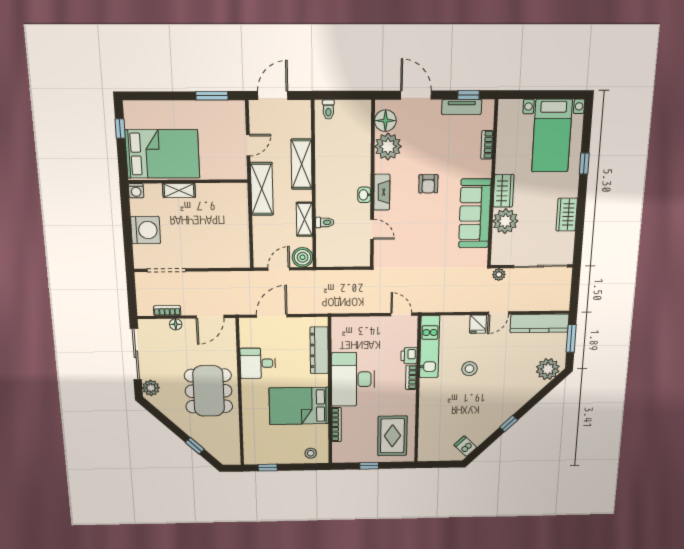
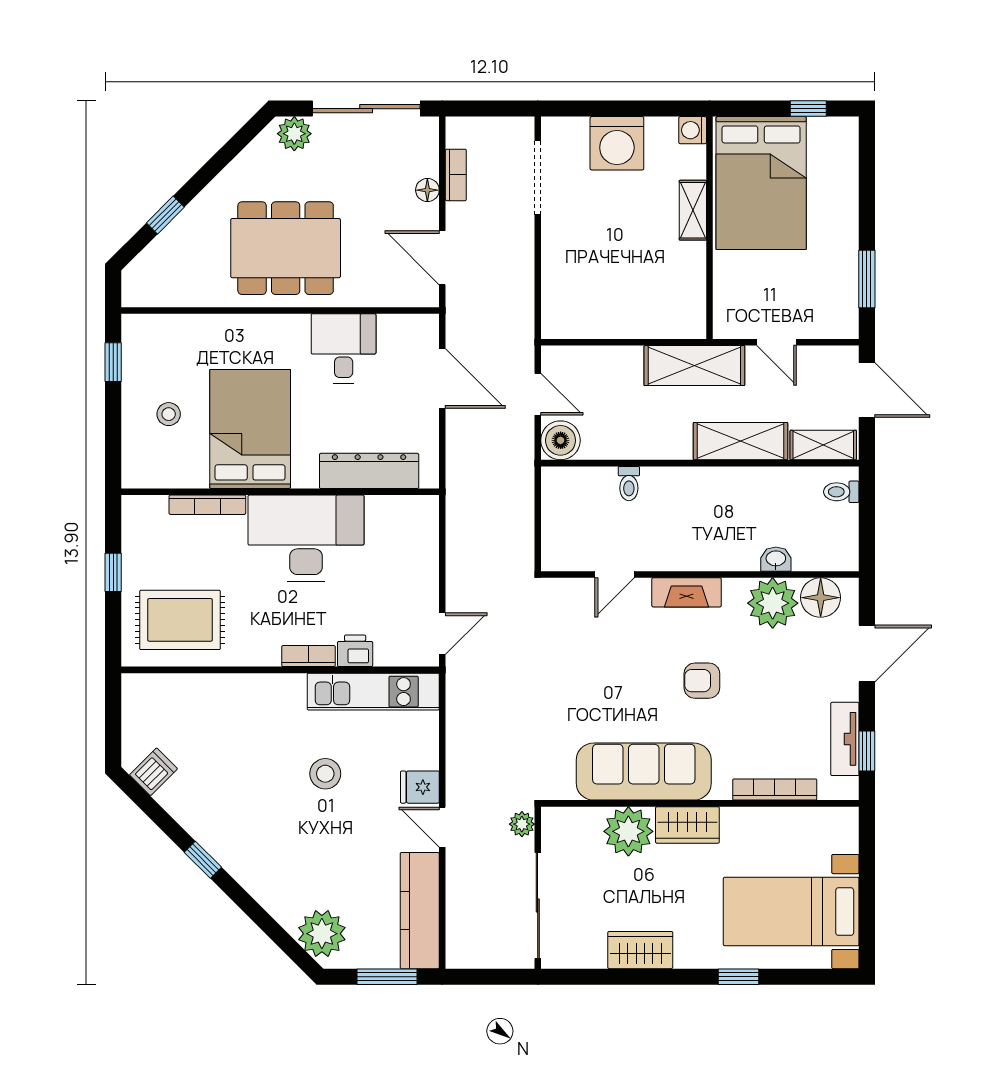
bookcase: (487, 145) -> (775, 790), width x1.56
washbasin: (364, 195) -> (776, 559), moved
shelving: (304, 219) -> (823, 445), moved
stool: (311, 453) -> (169, 414), moved

